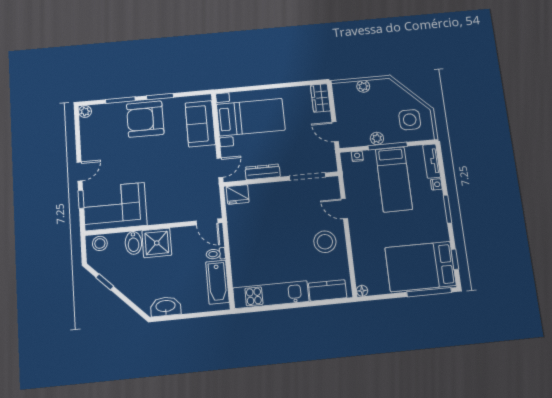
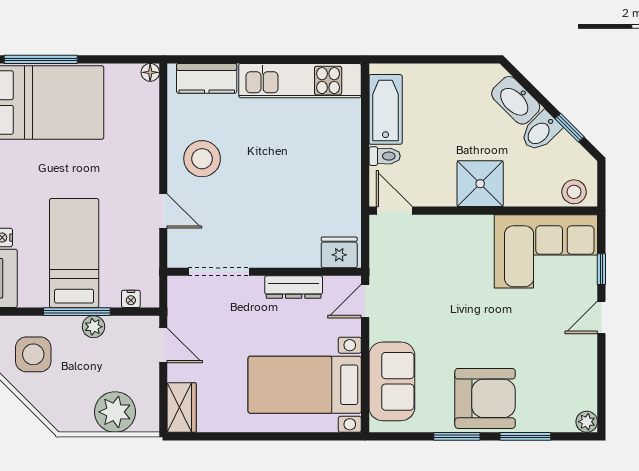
plant: (363, 86) -> (115, 412), width x1.87, depth x1.87
bidet: (133, 243) -> (541, 131), moved, turned -135
washbasin: (166, 307) -> (516, 100), moved, turned 45

